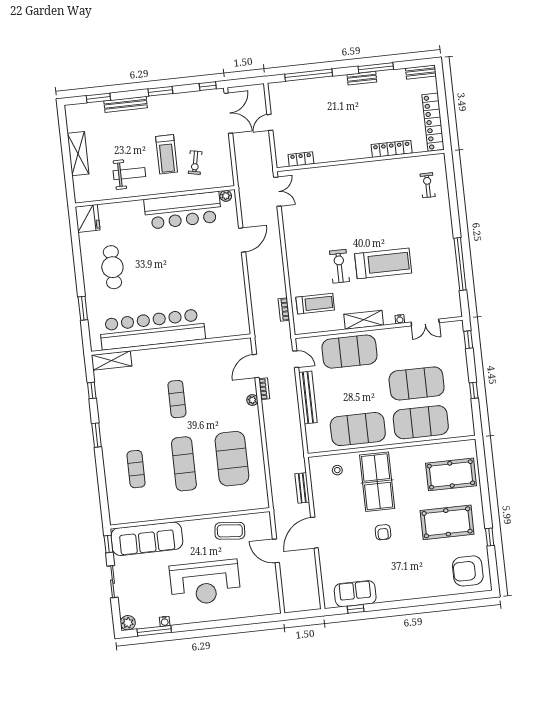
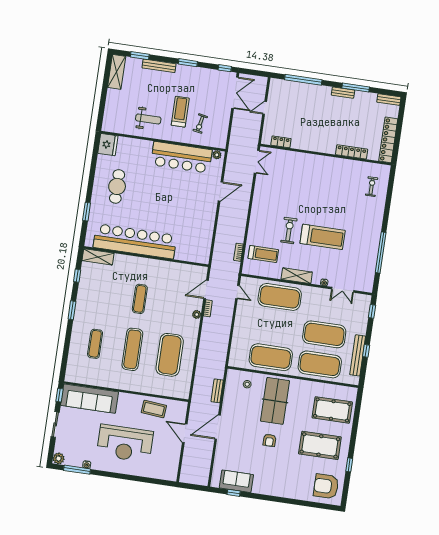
shelving: (78, 154) -> (117, 72), moved
treadmill: (167, 154) -> (180, 112), turned 180
bench: (308, 398) -> (358, 355), moved

